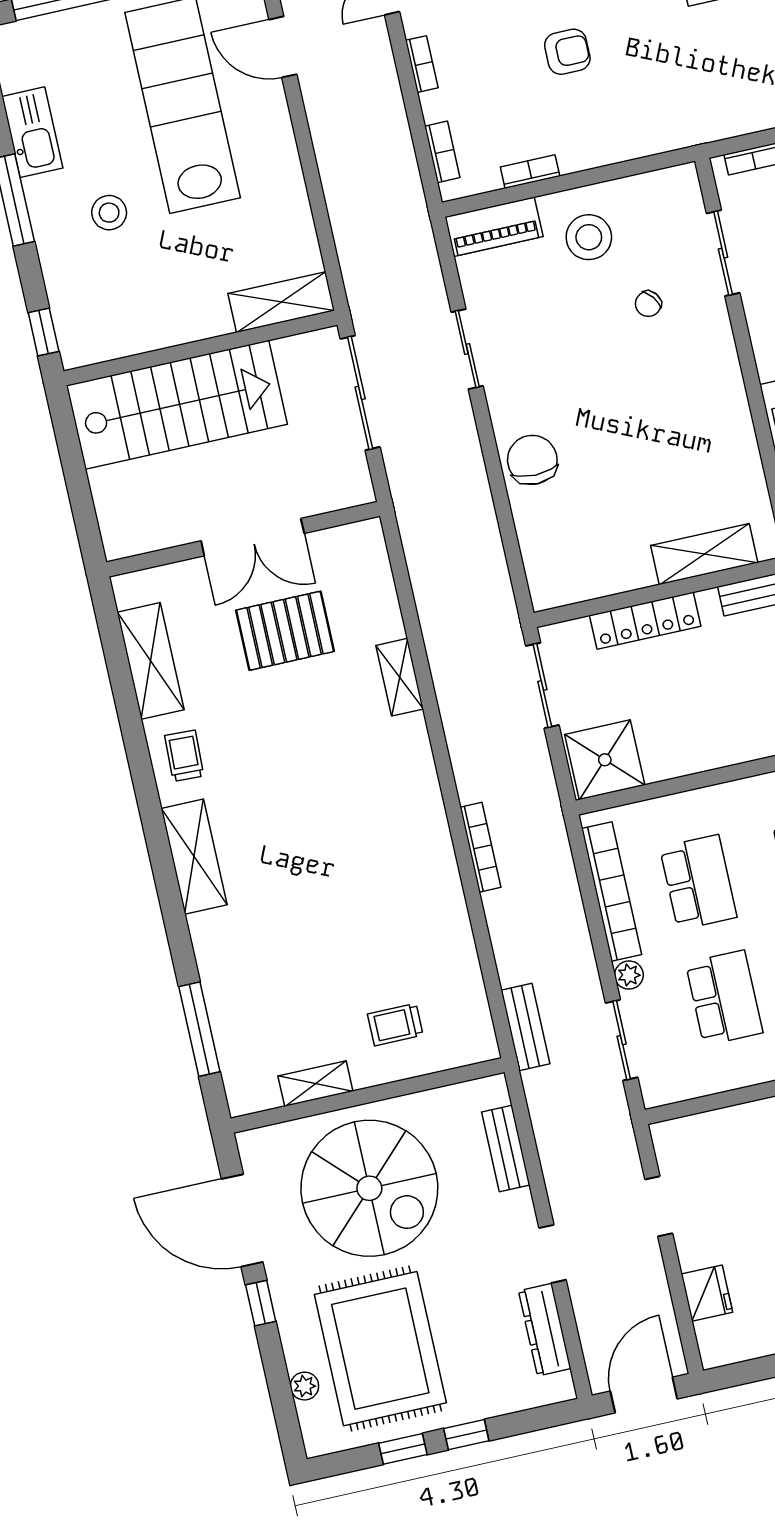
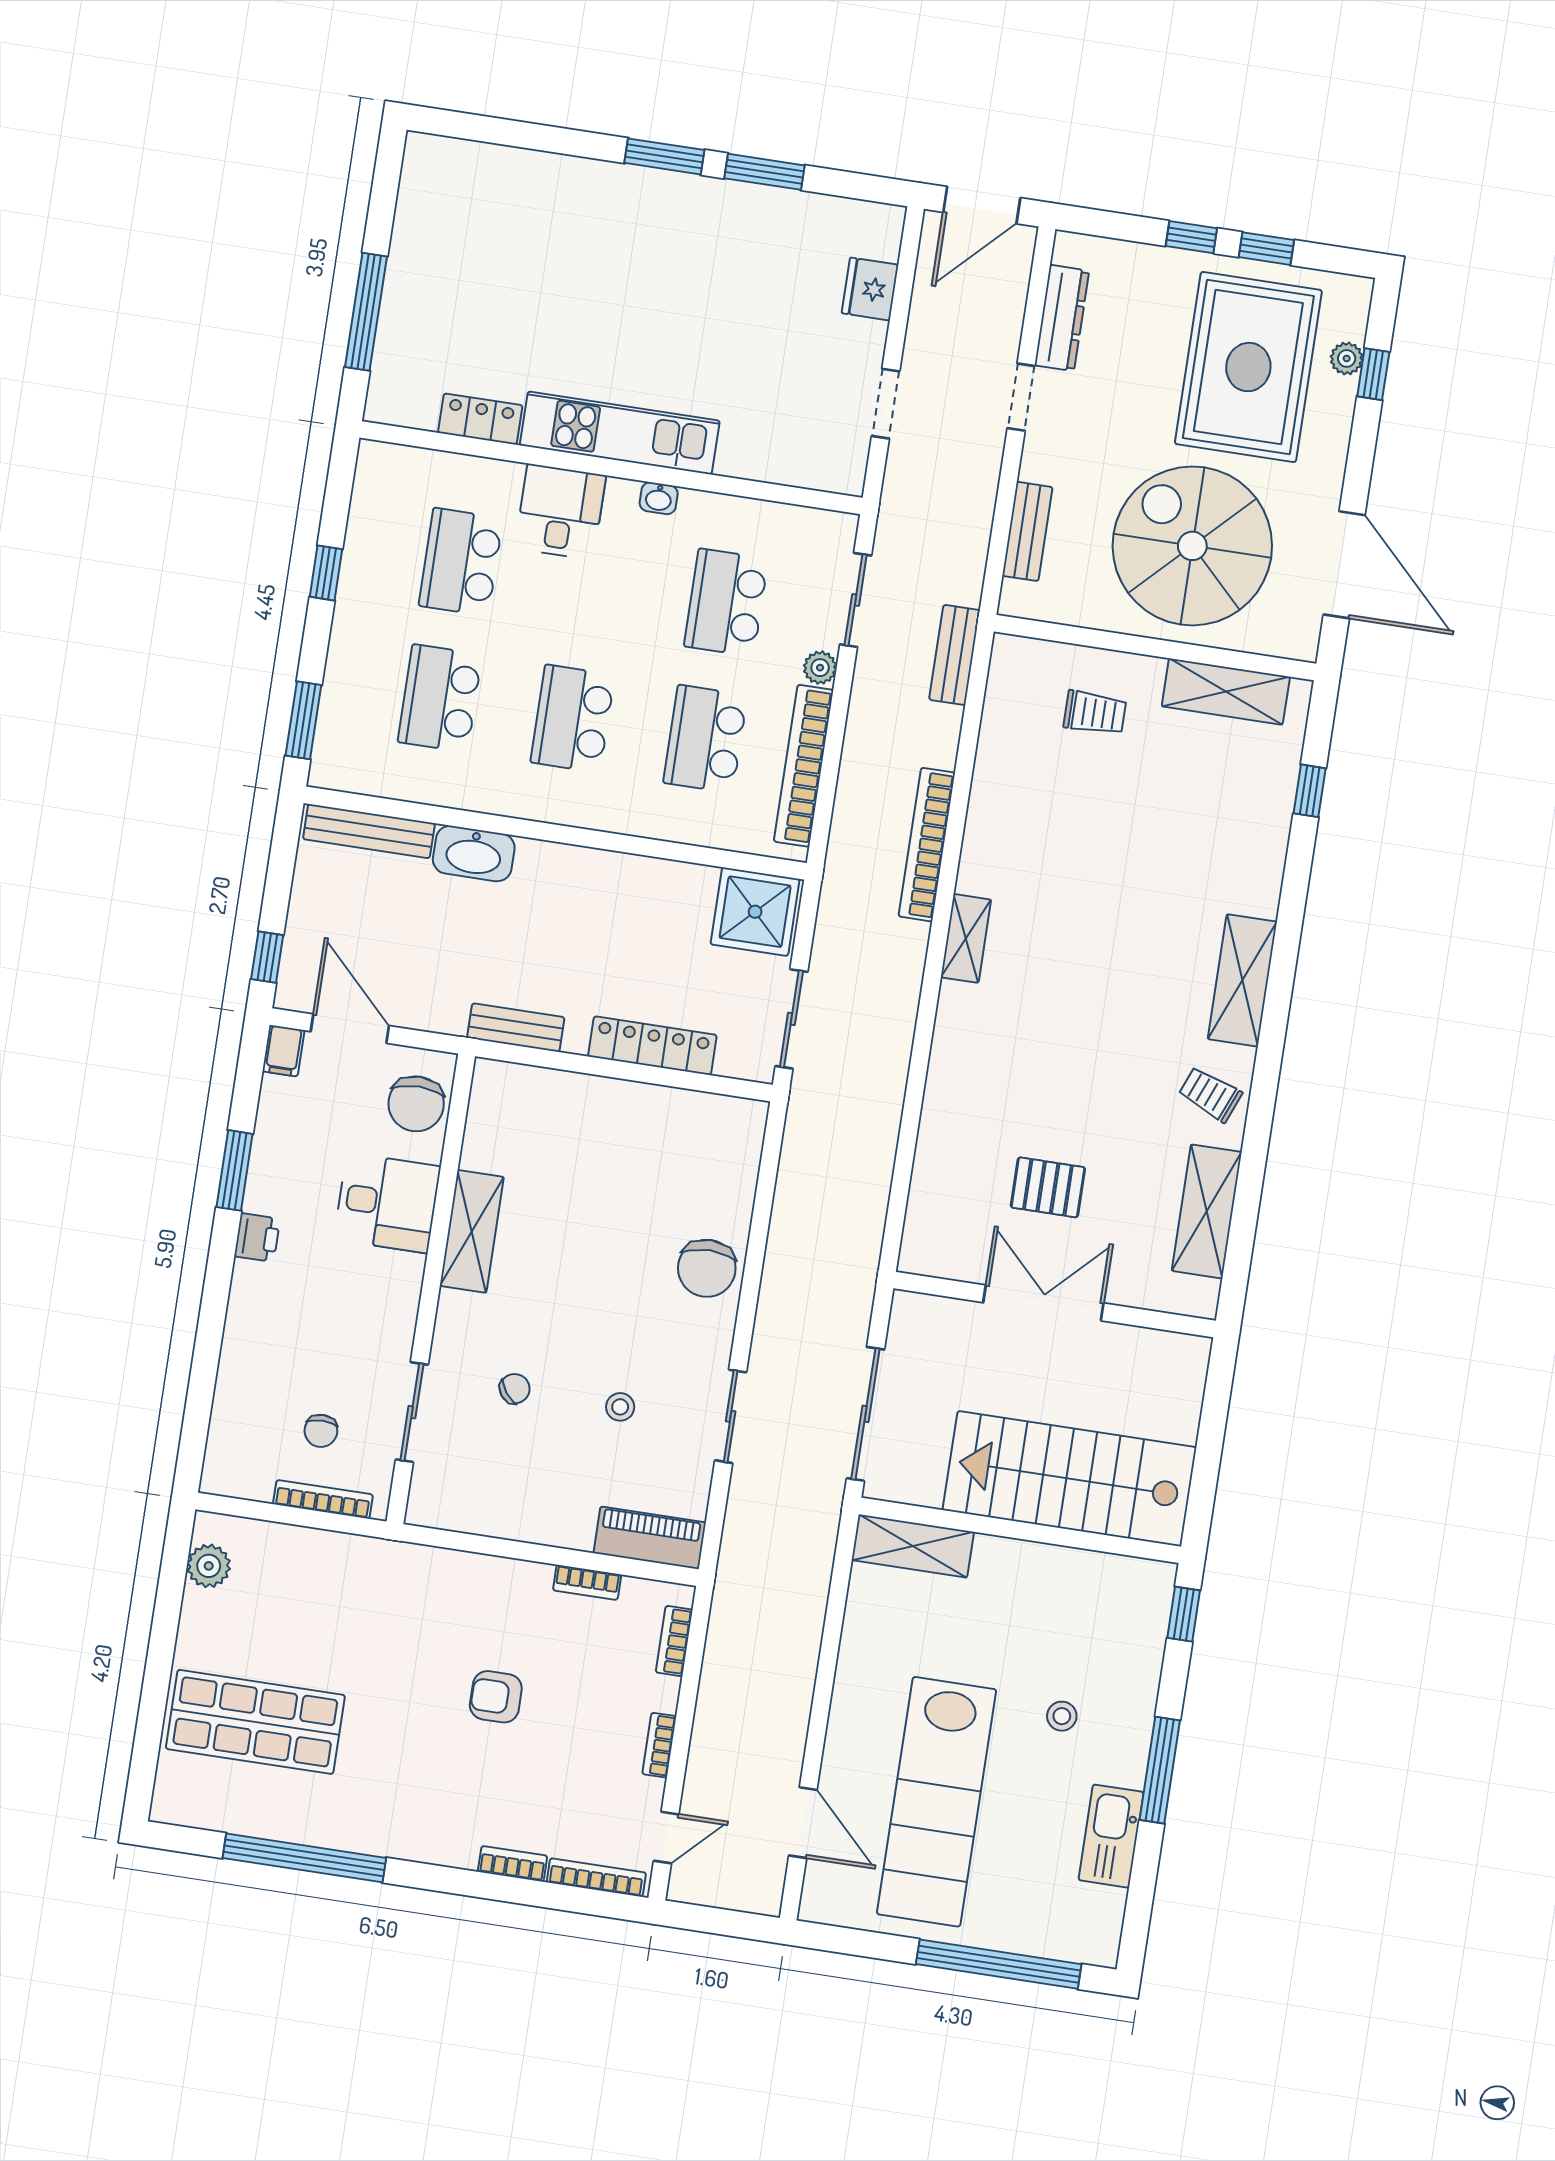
stool: (109, 213) -> (1062, 1716), width x0.73, depth x0.73
stool: (589, 237) -> (620, 1407), moved, width x0.53, depth x0.53
shelving: (704, 554) -> (472, 1231), moved, turned 90
pallet: (285, 631) -> (1048, 1187), width x0.67, depth x0.71
shelving: (400, 677) -> (966, 938), moved
trolley: (184, 756) -> (1210, 1094), turned 110
bookcase: (480, 847) -> (927, 845), width x1.48, depth x1.31
window: (199, 1029) -> (1310, 791), width x0.46
shelving: (315, 1084) -> (1226, 692), width x1.50, depth x1.33
window: (261, 1303) -> (1373, 374), moved

